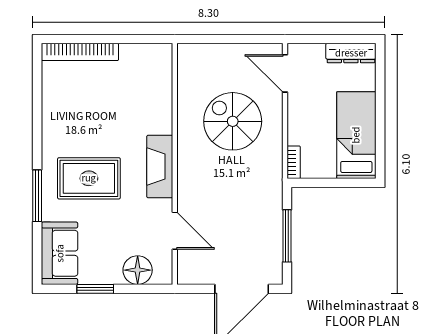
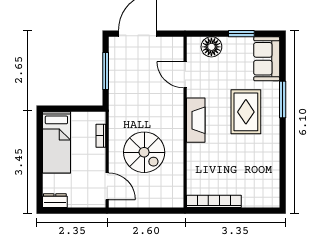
bookcase: (80, 52) -> (214, 201), moved
dresser: (351, 53) -> (55, 201), width x0.70
bookcase: (294, 162) -> (101, 136), moved
rug: (89, 178) -> (246, 112), turned 90

